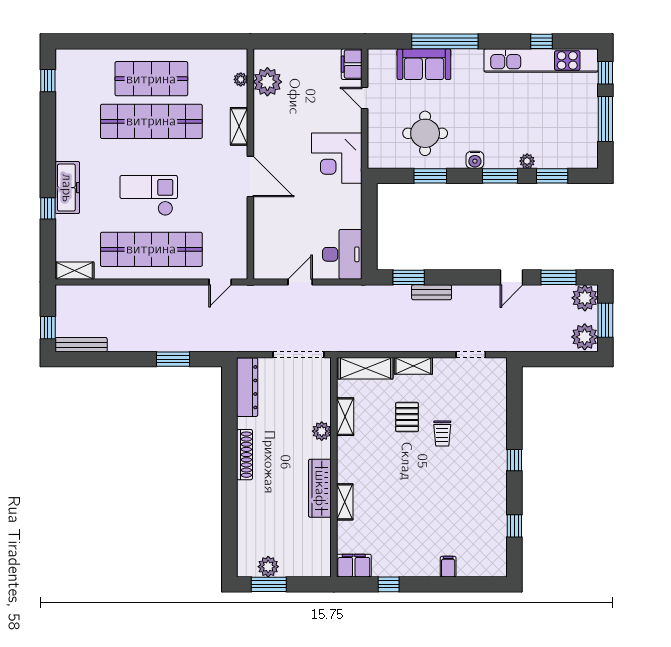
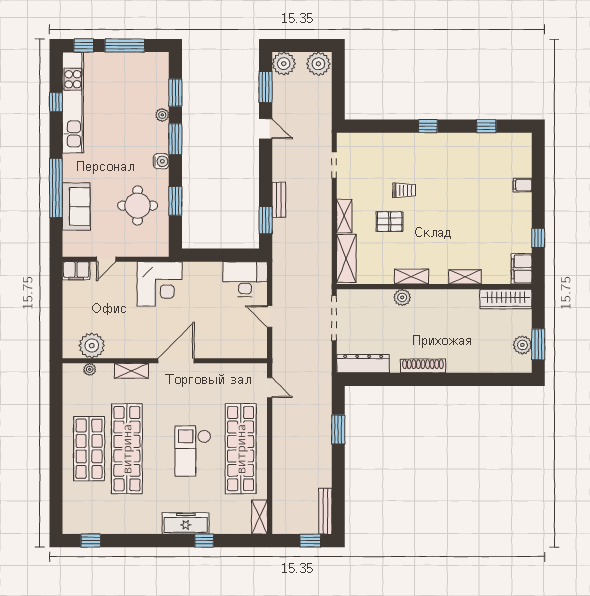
window: (605, 320) -> (304, 45), removed
shelving: (345, 417) -> (411, 277), moved
wardrobe: (320, 488) -> (506, 299), moved

